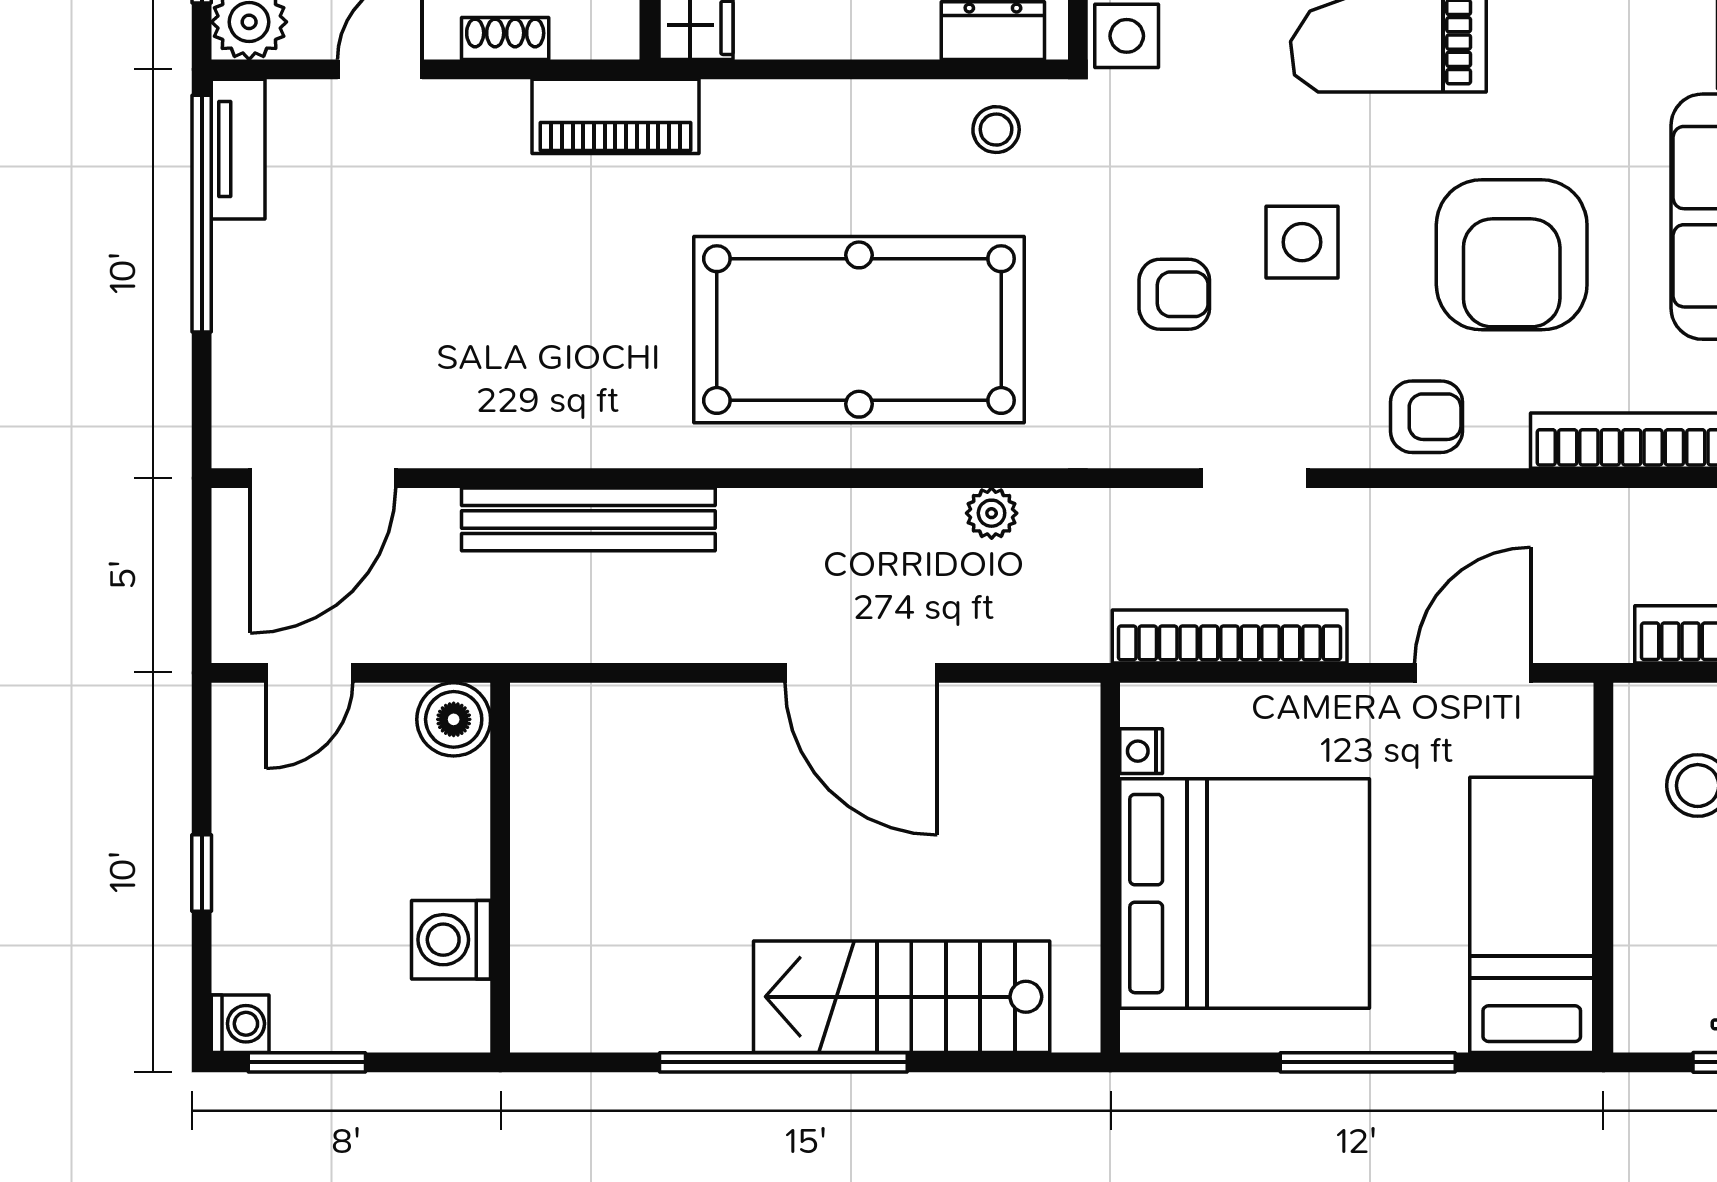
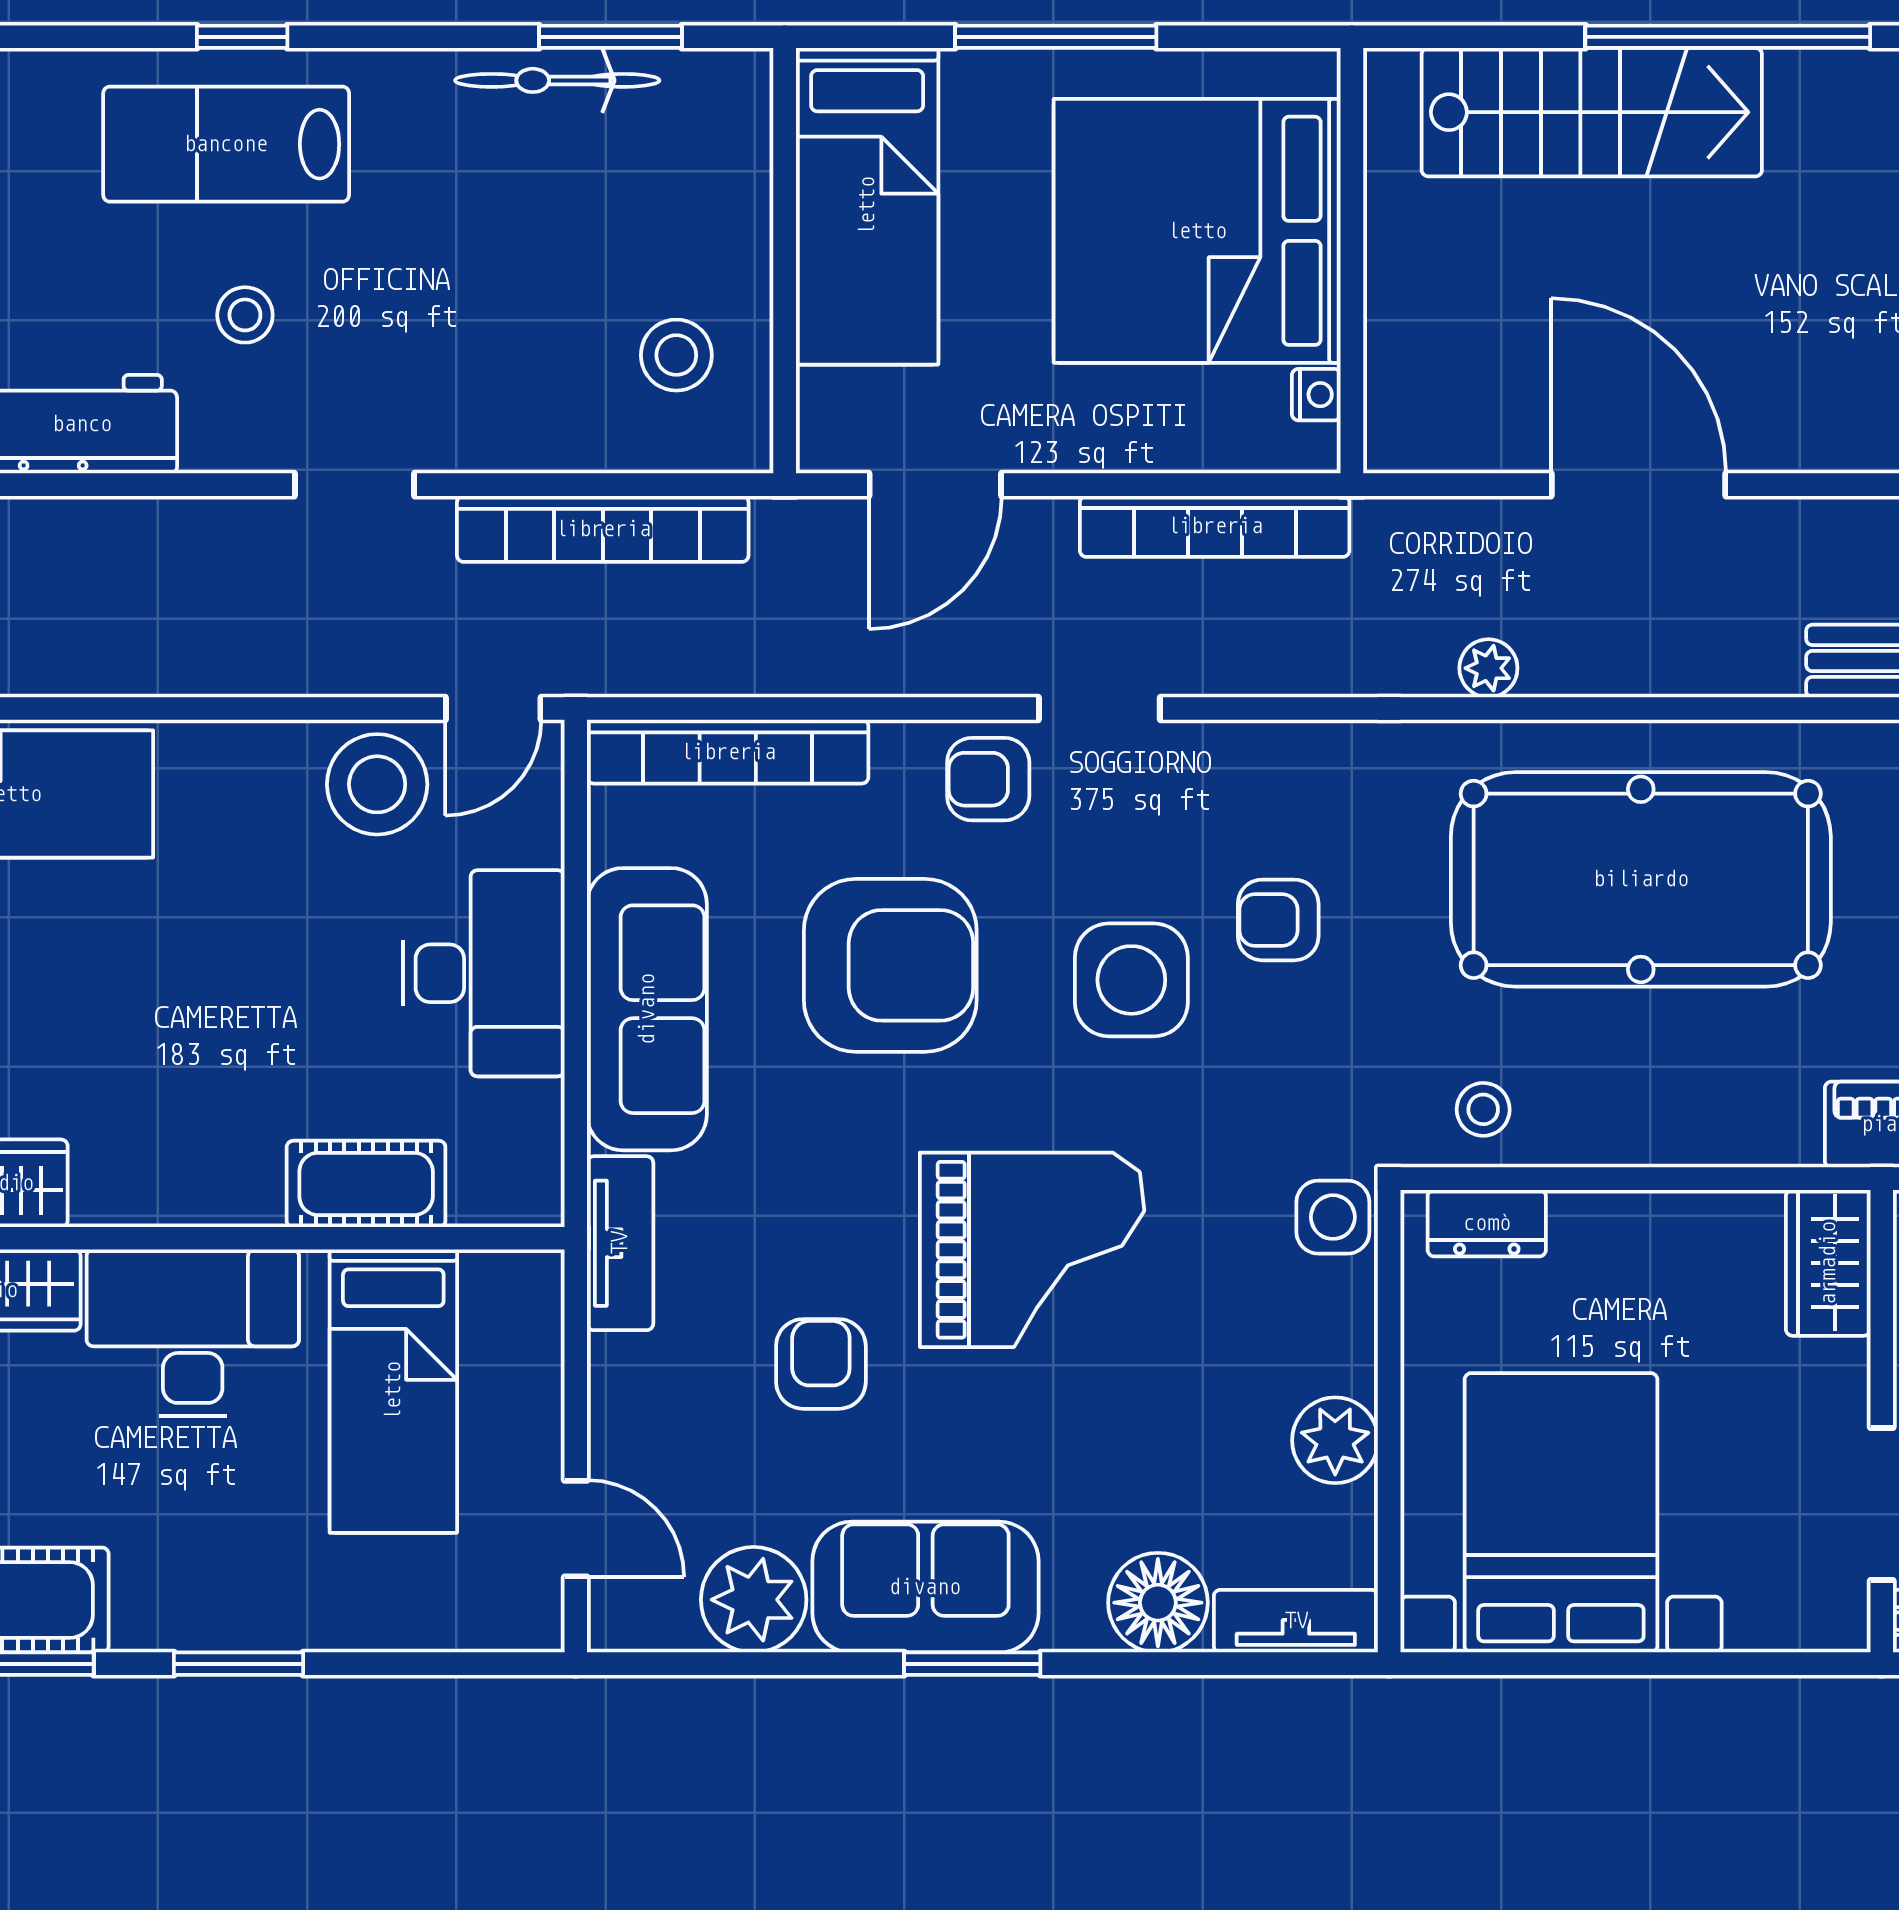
side table: (1302, 242) -> (1131, 980), width x1.37, depth x1.37
armchair: (1512, 255) -> (890, 965), turned 90
doorway: (1255, 478) -> (1099, 708), moved

